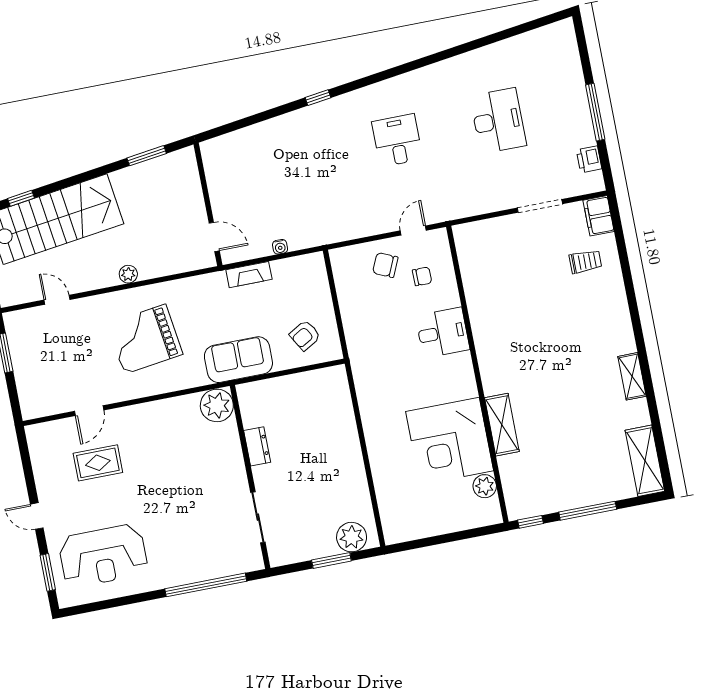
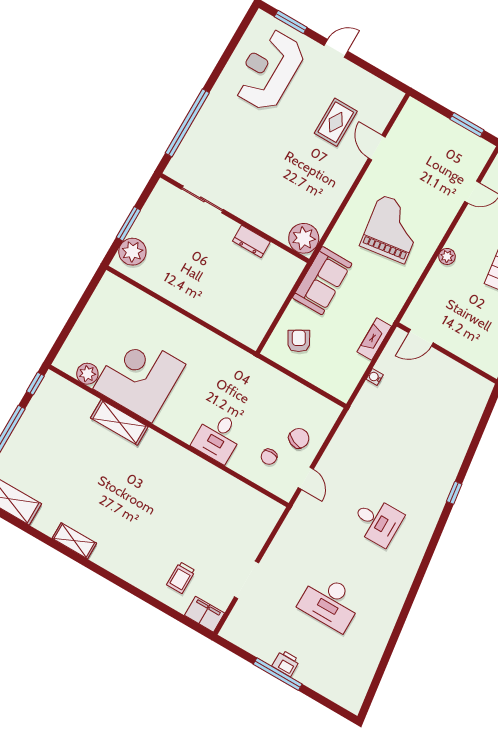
printer: (589, 159) -> (286, 663), moved

